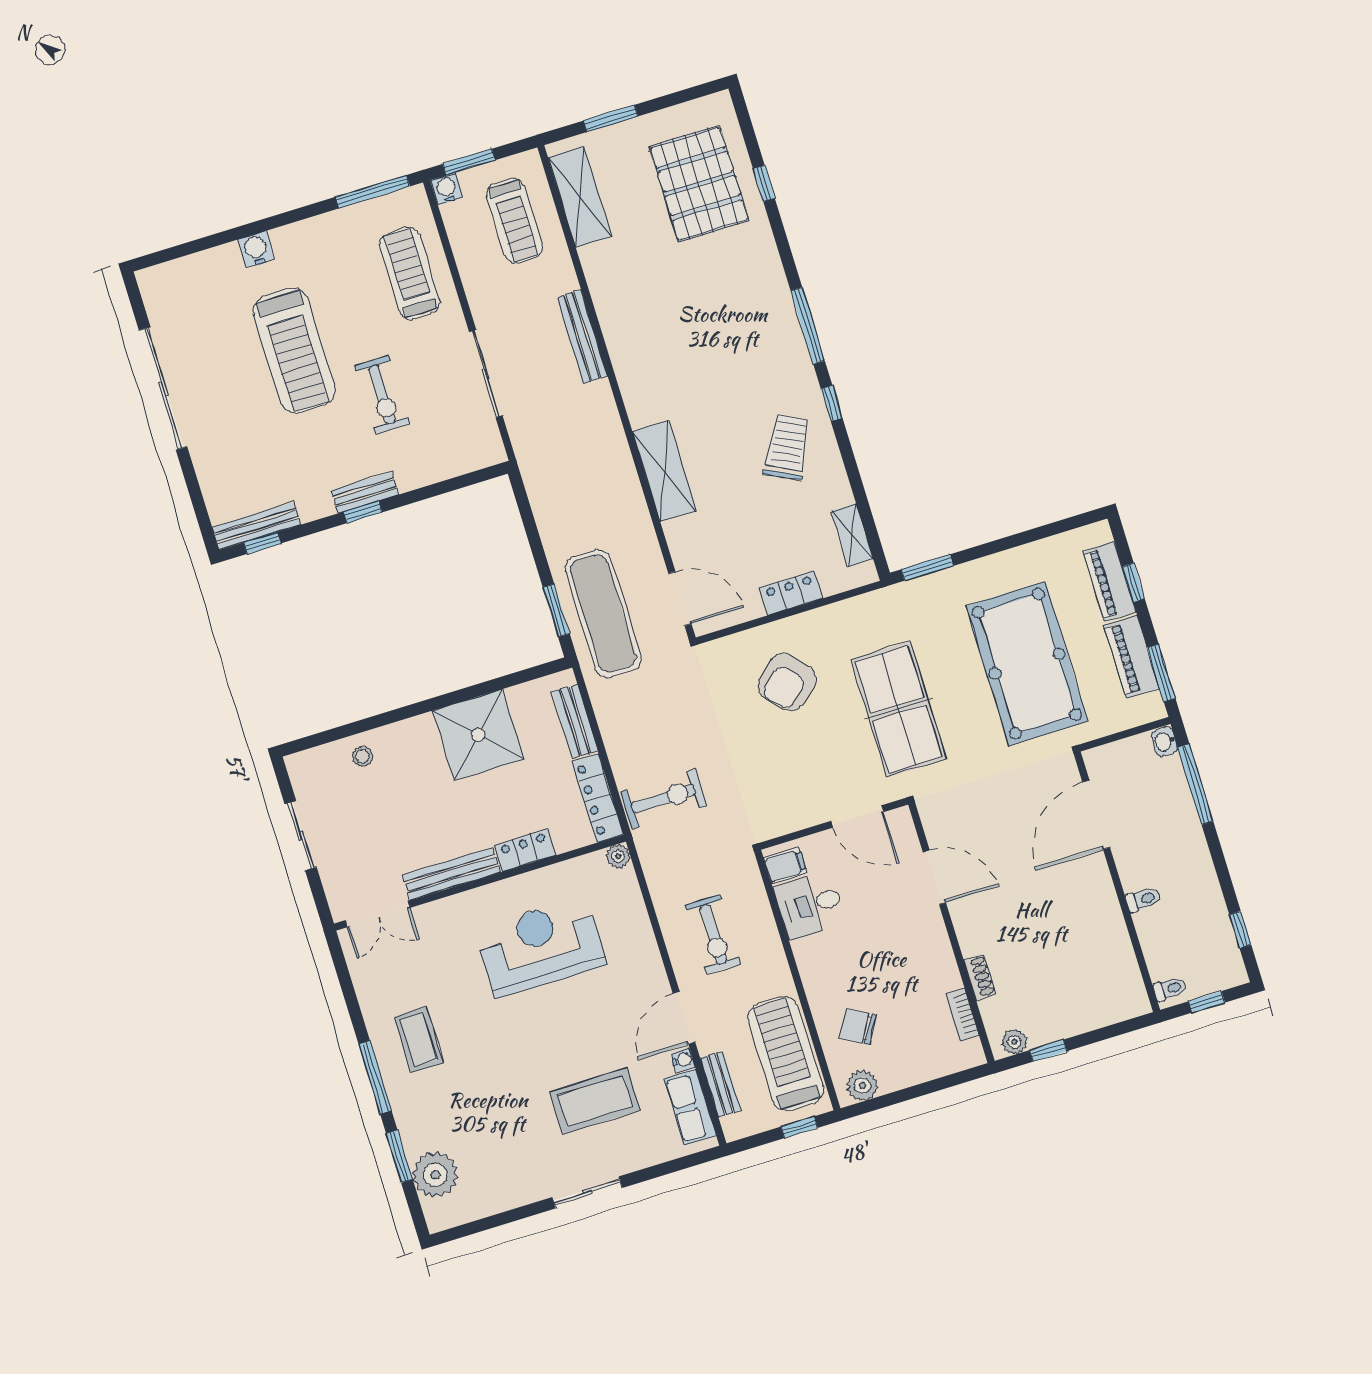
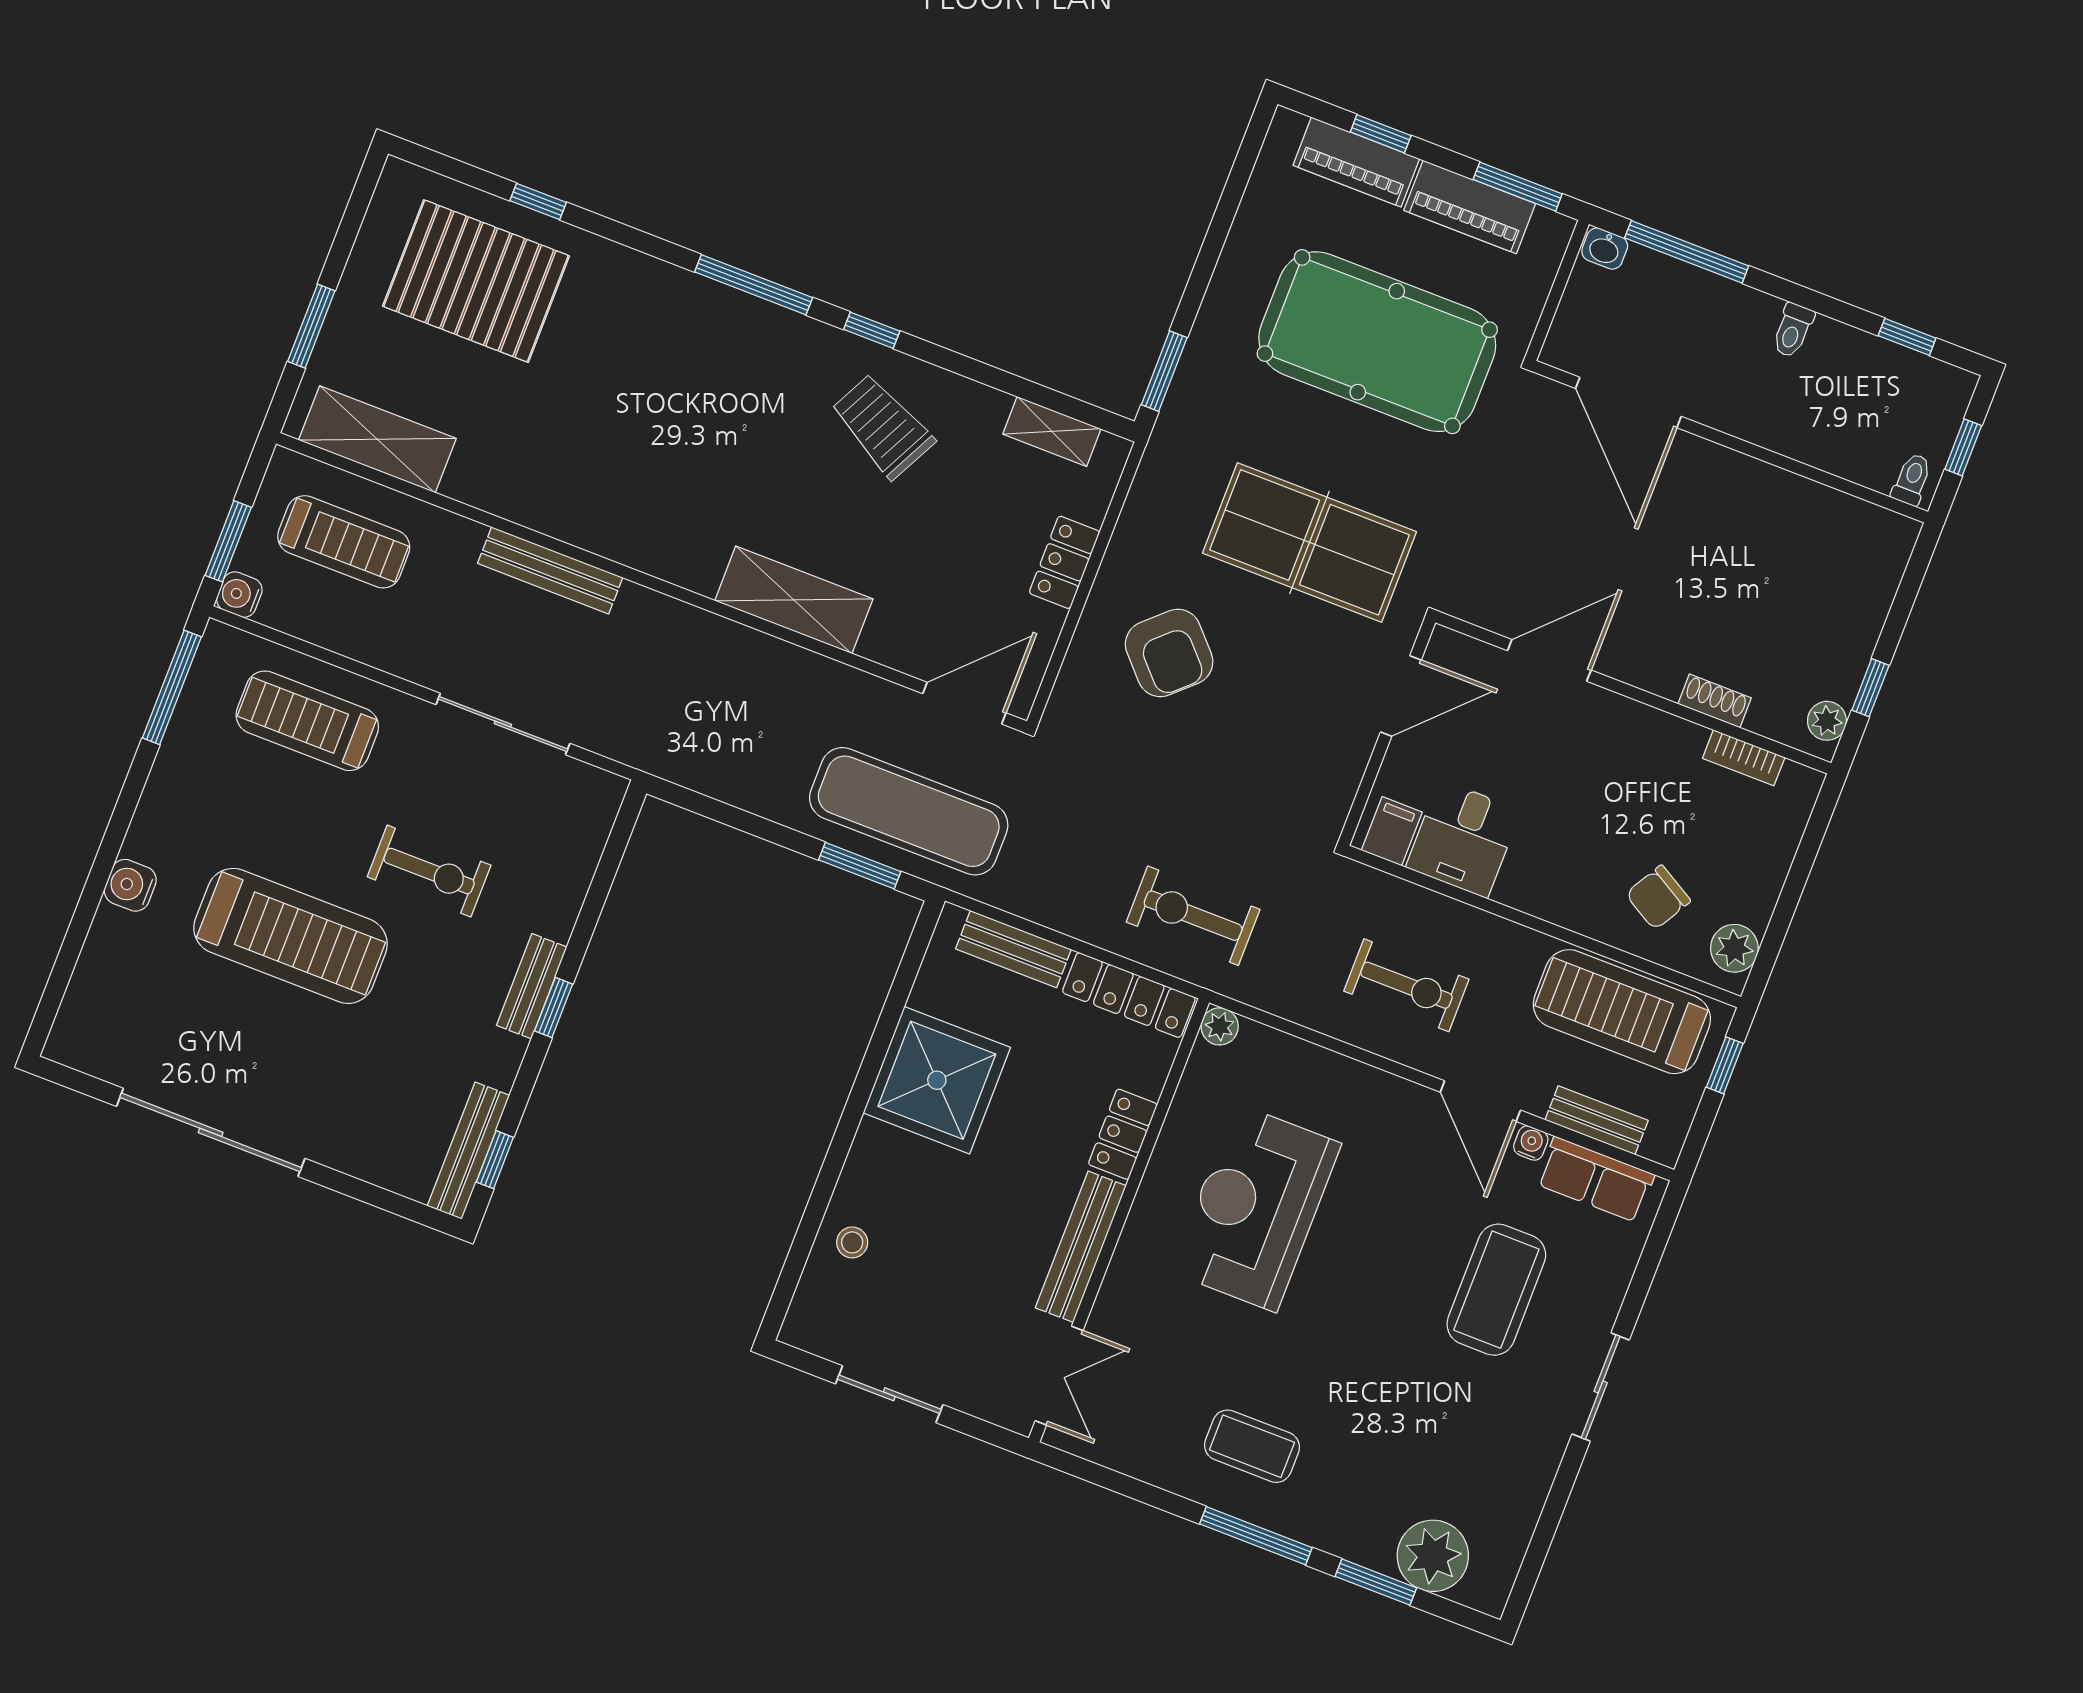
exercise bike: (663, 799) -> (1193, 916), turned -90
toilet: (1143, 899) -> (1793, 330), moved, turned 180

